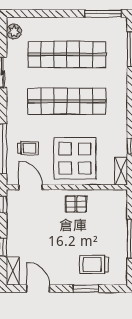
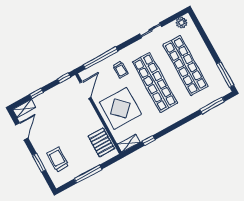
trolley: (28, 148) -> (120, 70), moved
pallet: (76, 204) -> (101, 142), moved, width x1.50, depth x1.42

